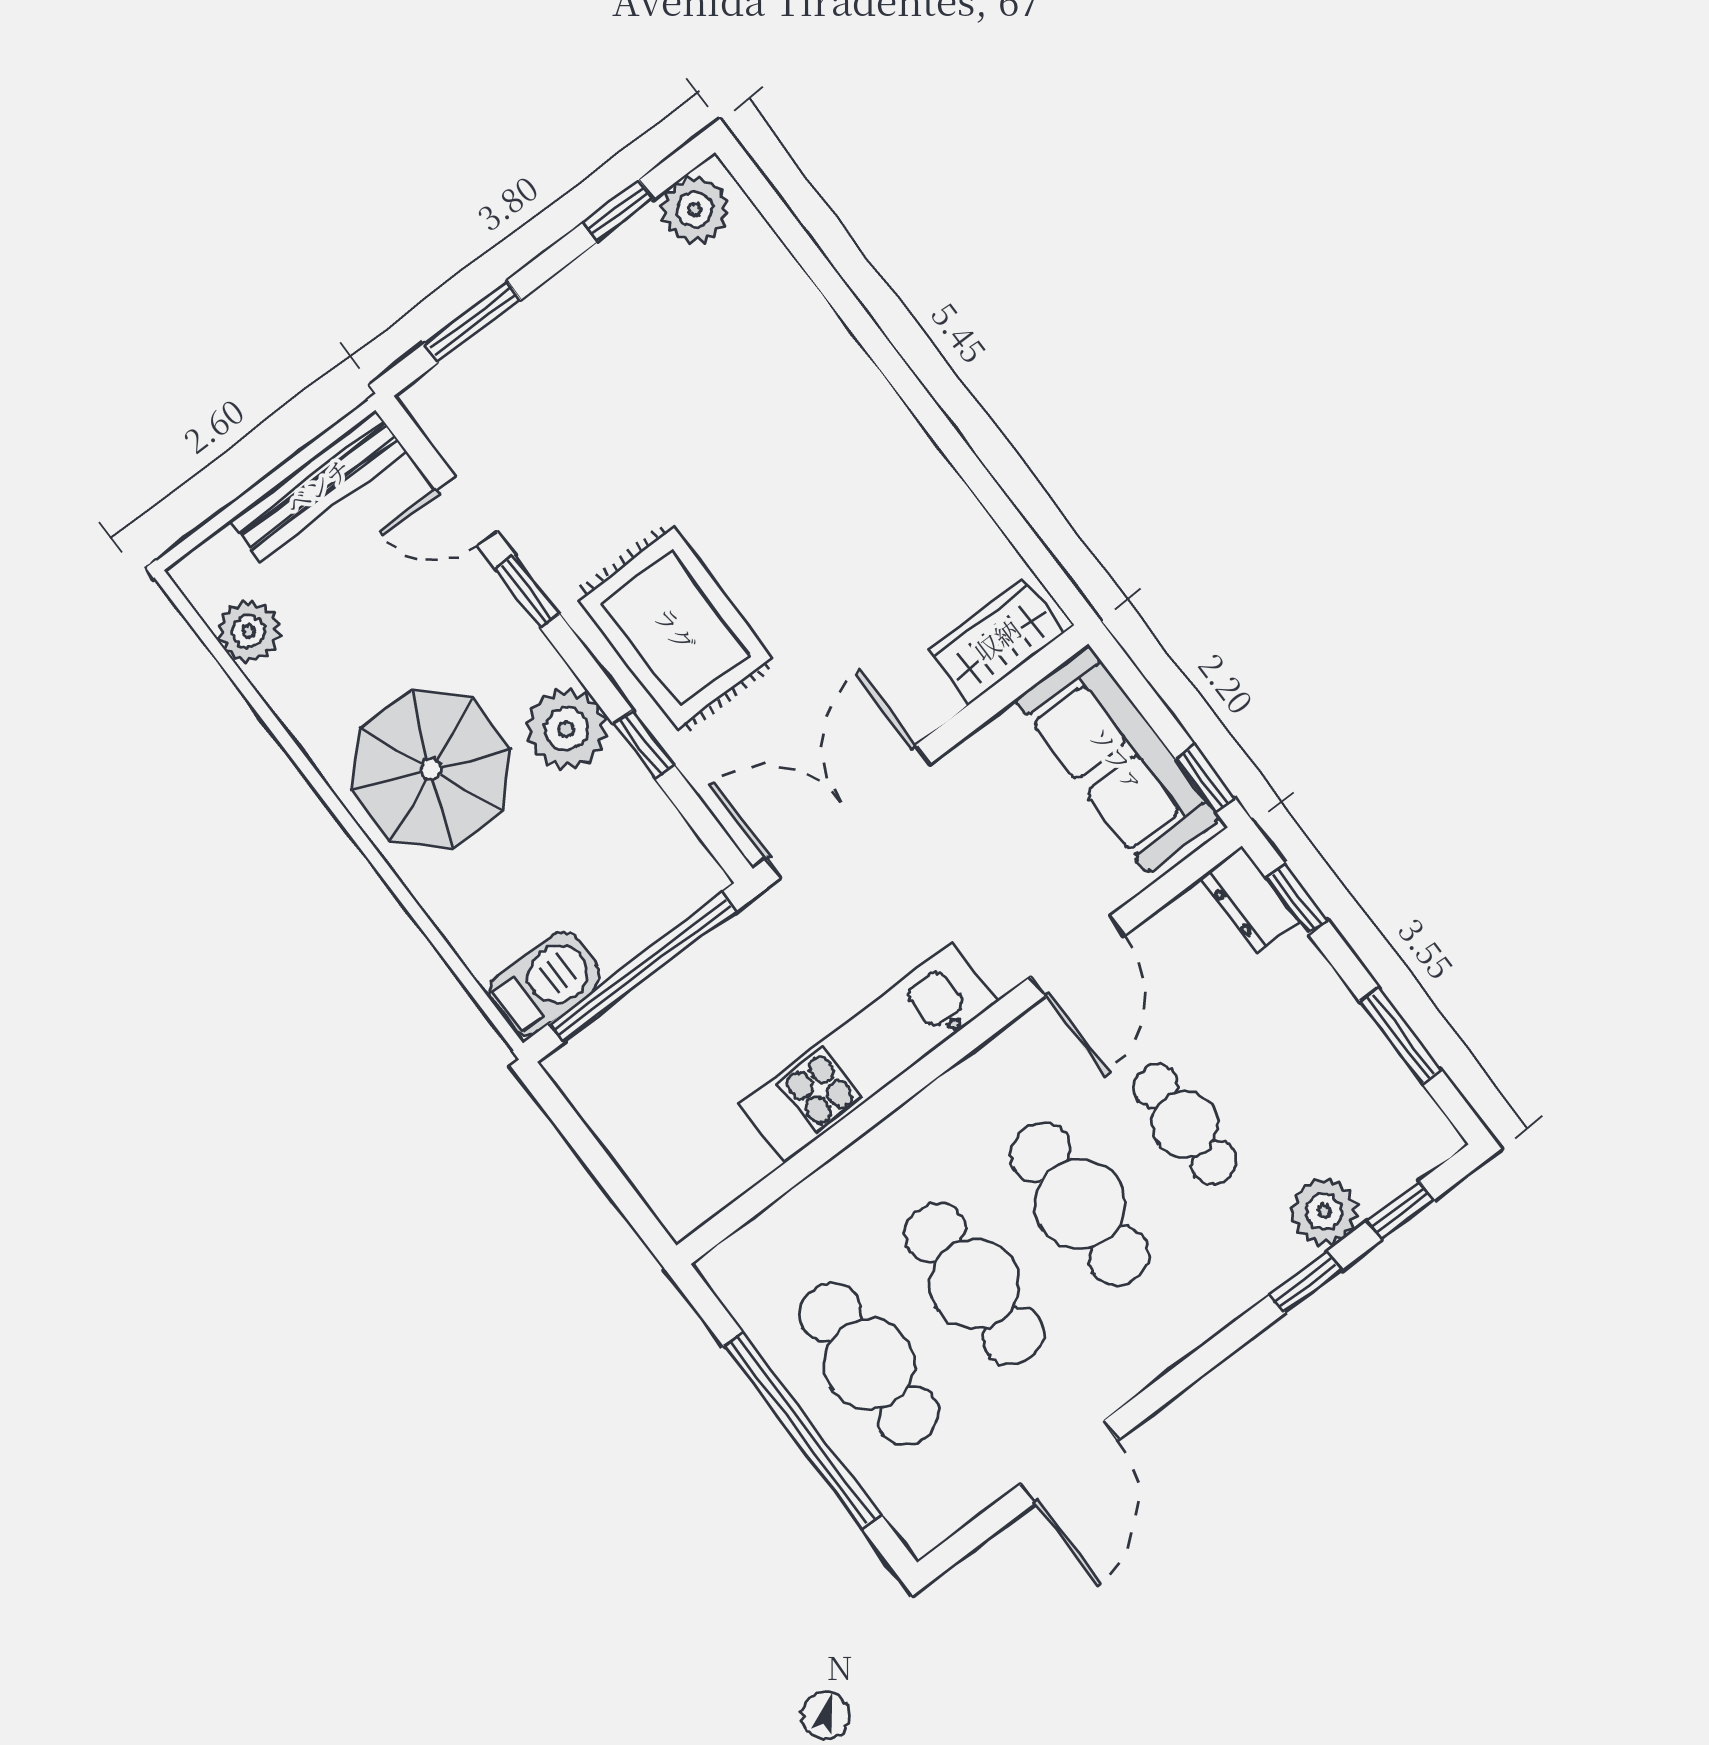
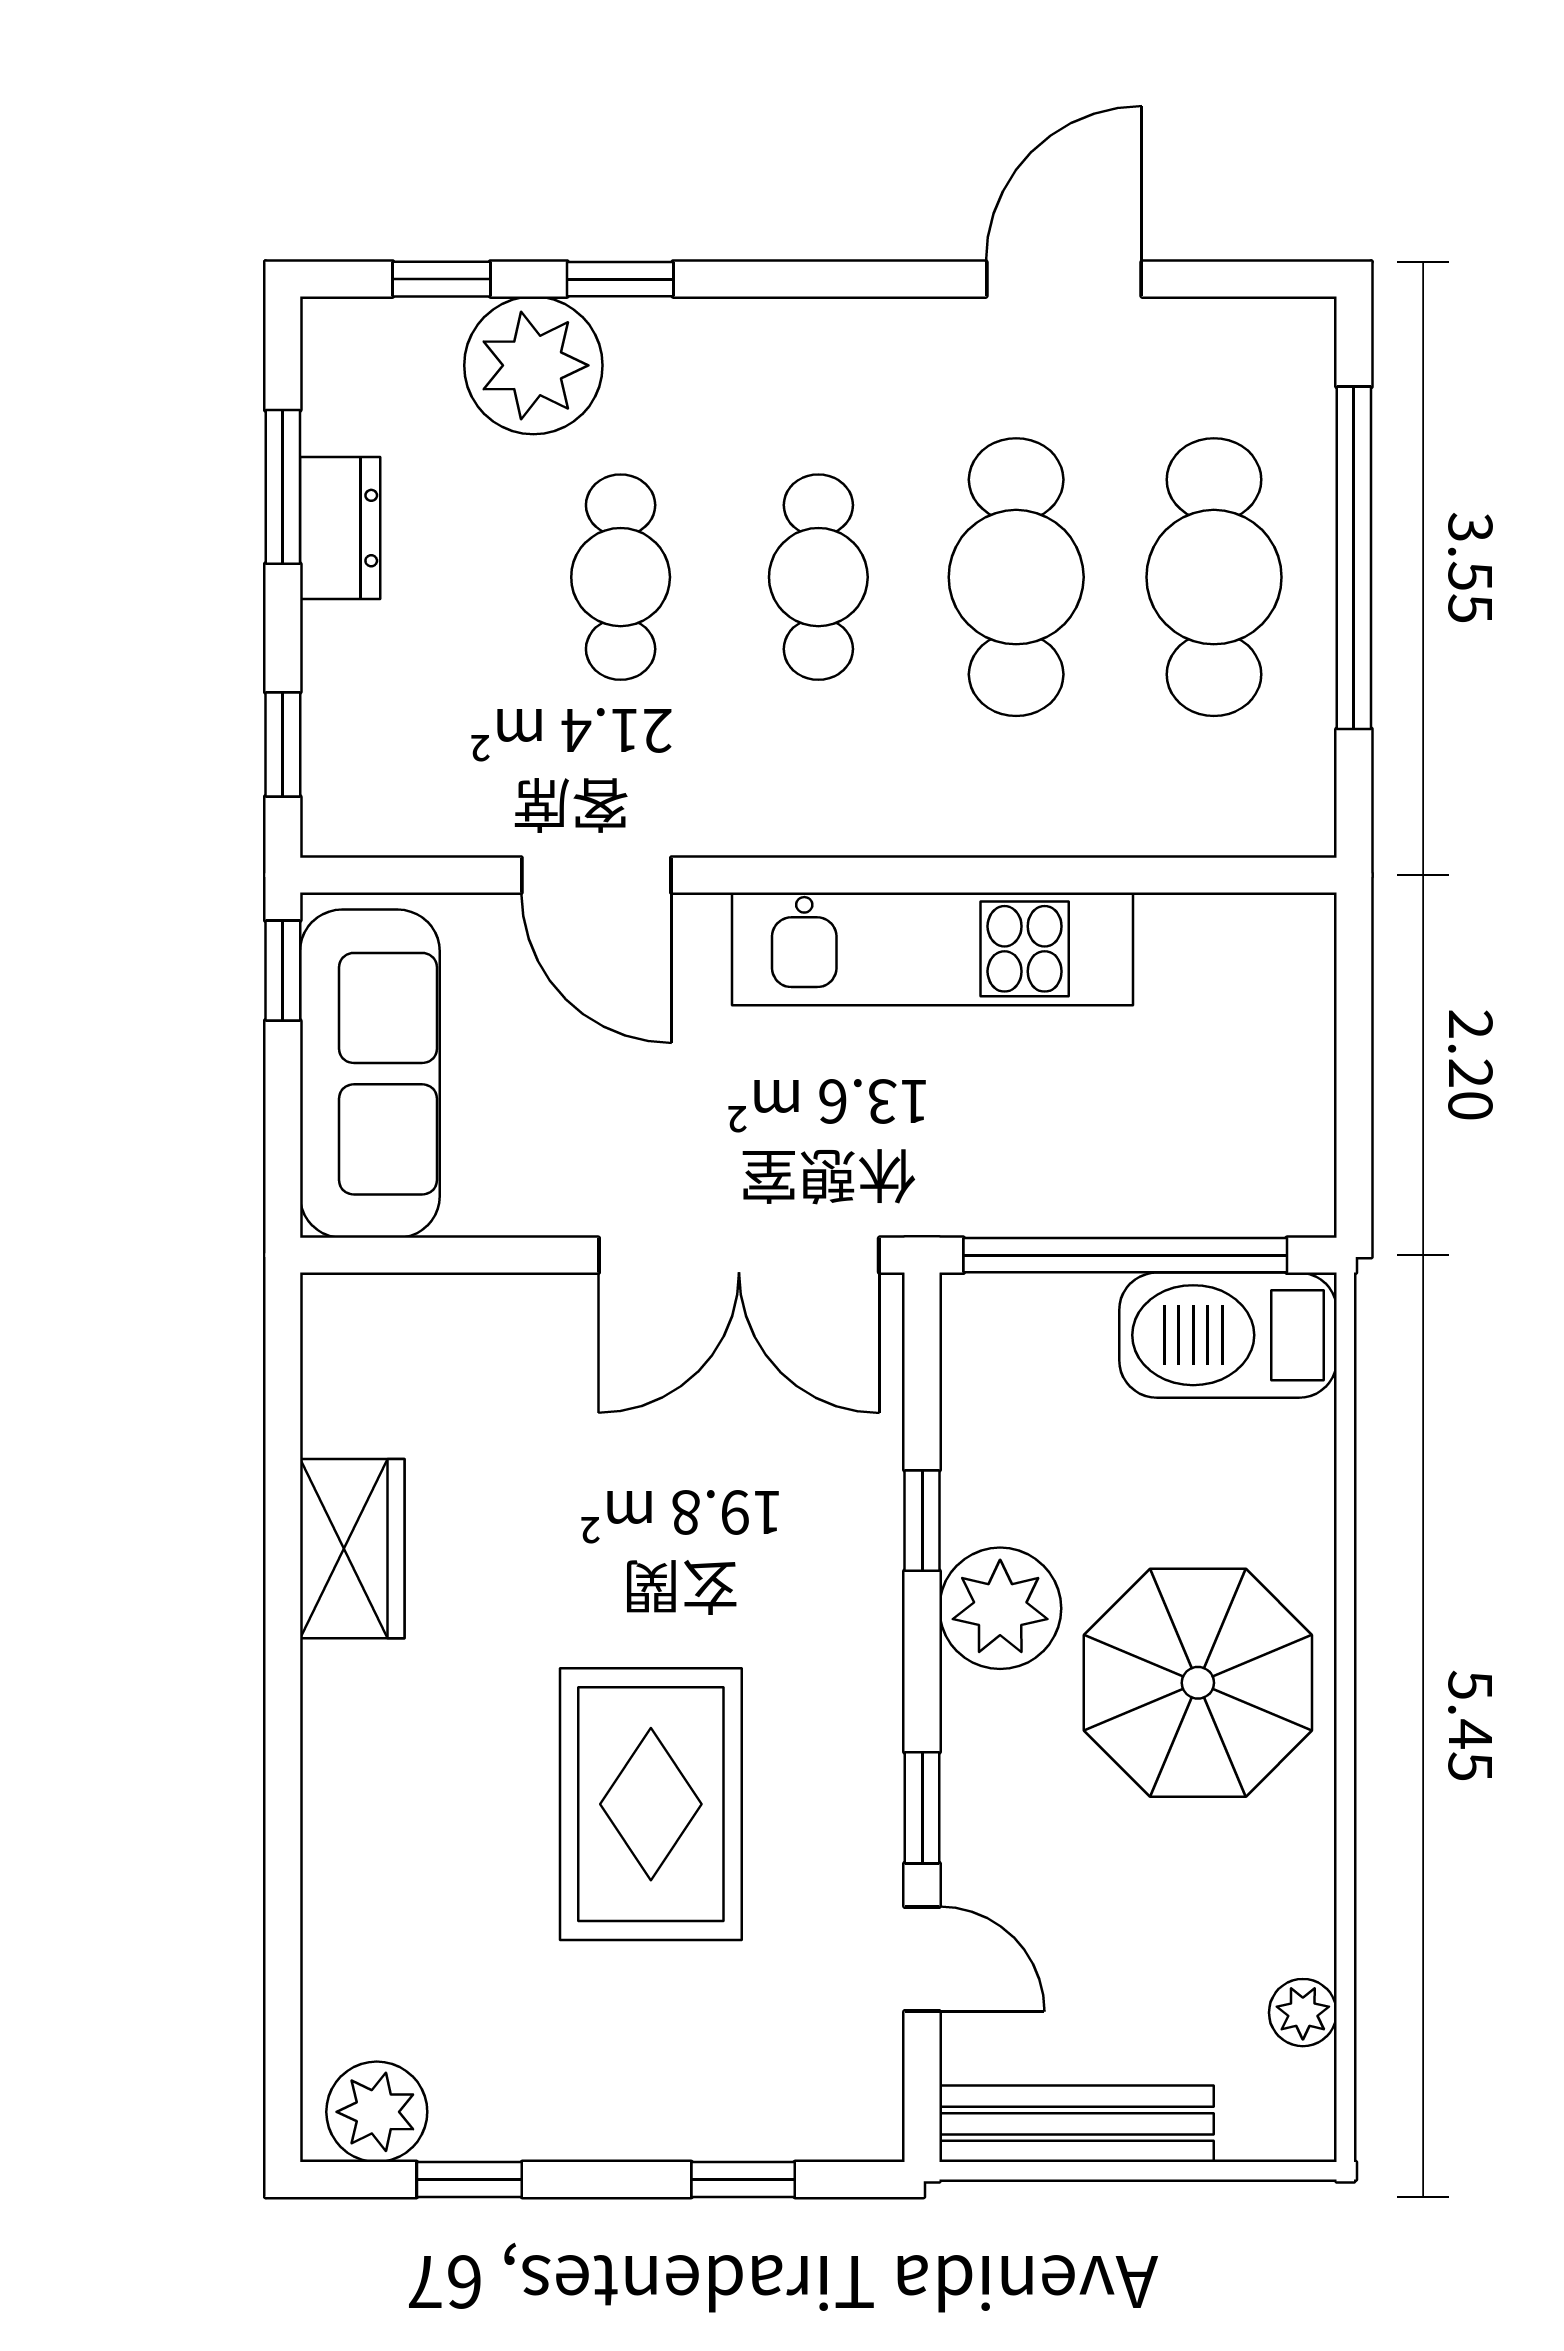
window: (473, 321) -> (743, 2179), width x0.67
rug: (675, 629) -> (651, 1804), moved
plant: (249, 631) -> (1303, 2013), width x0.73, depth x0.73
wardrobe: (997, 640) -> (352, 1549), moved, turned -90
dresser: (1249, 900) -> (340, 528), moved
door: (1077, 956) -> (596, 875), swing flipped
barbecue: (544, 984) -> (1228, 1335), width x1.37, depth x1.21
cafe table: (1080, 1204) -> (818, 577), width x0.73, depth x0.74
plant: (1324, 1212) -> (533, 365), width x1.36, depth x1.36

